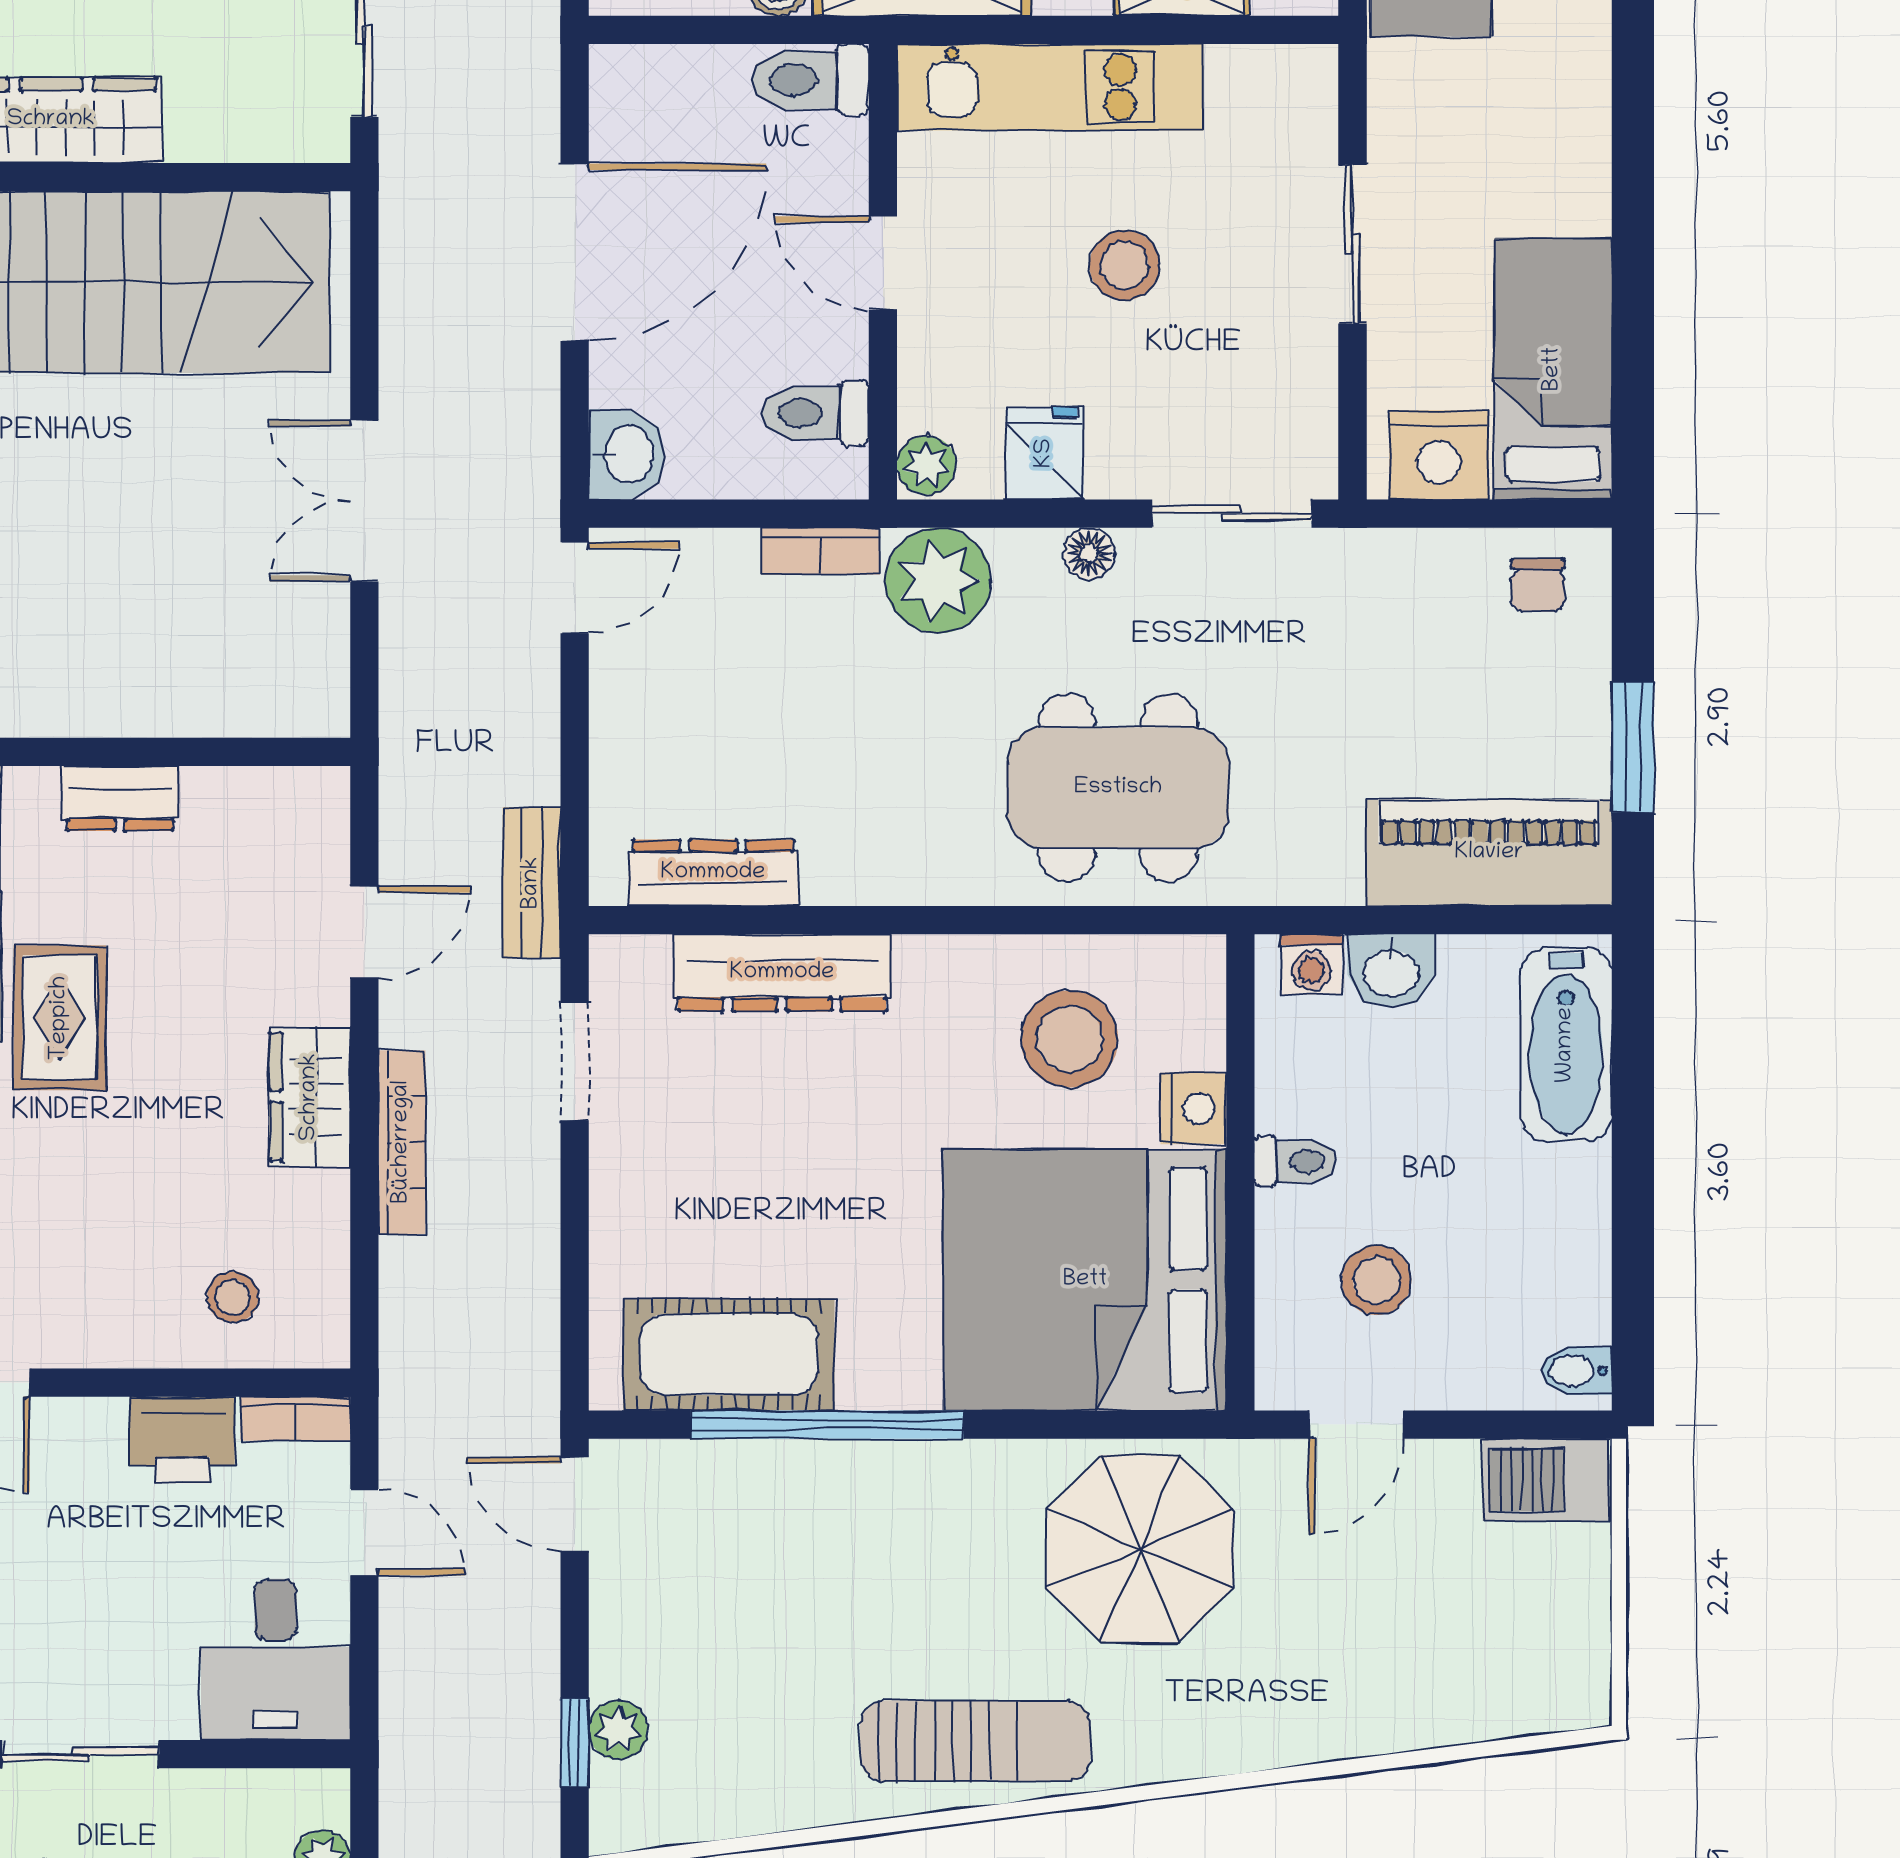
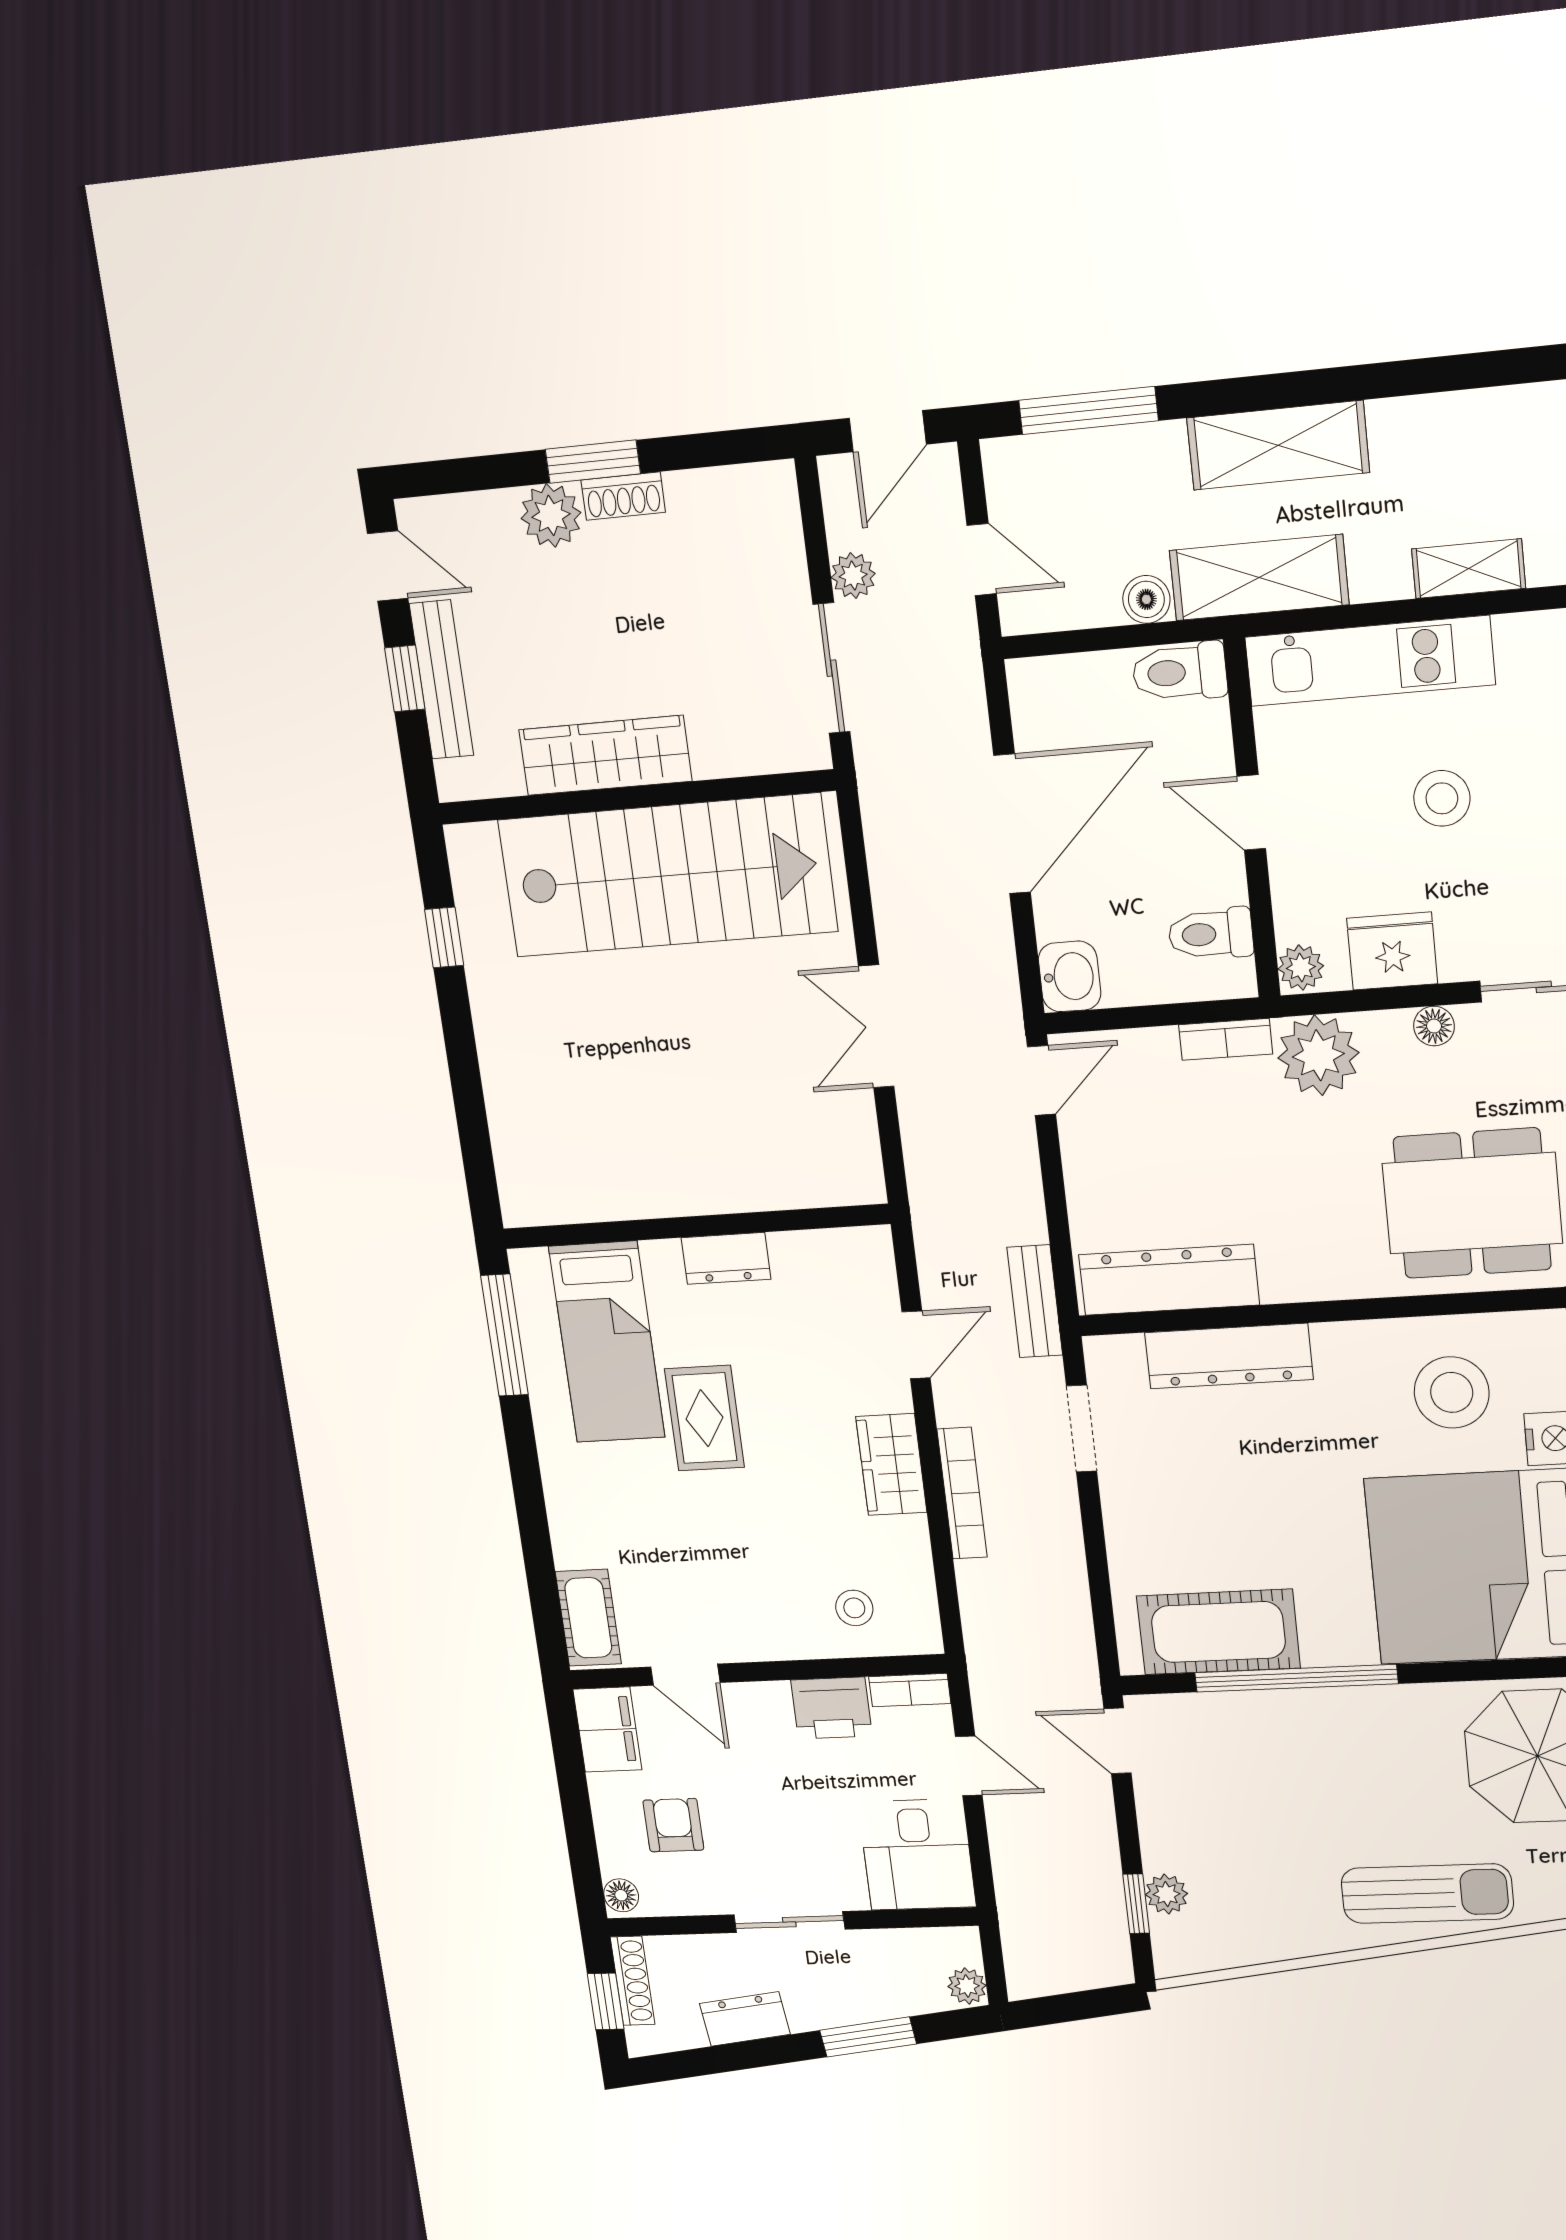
fridge: (1045, 453) -> (1392, 951), width x1.38
dresser: (713, 873) -> (1169, 1280), width x1.37, depth x1.24

